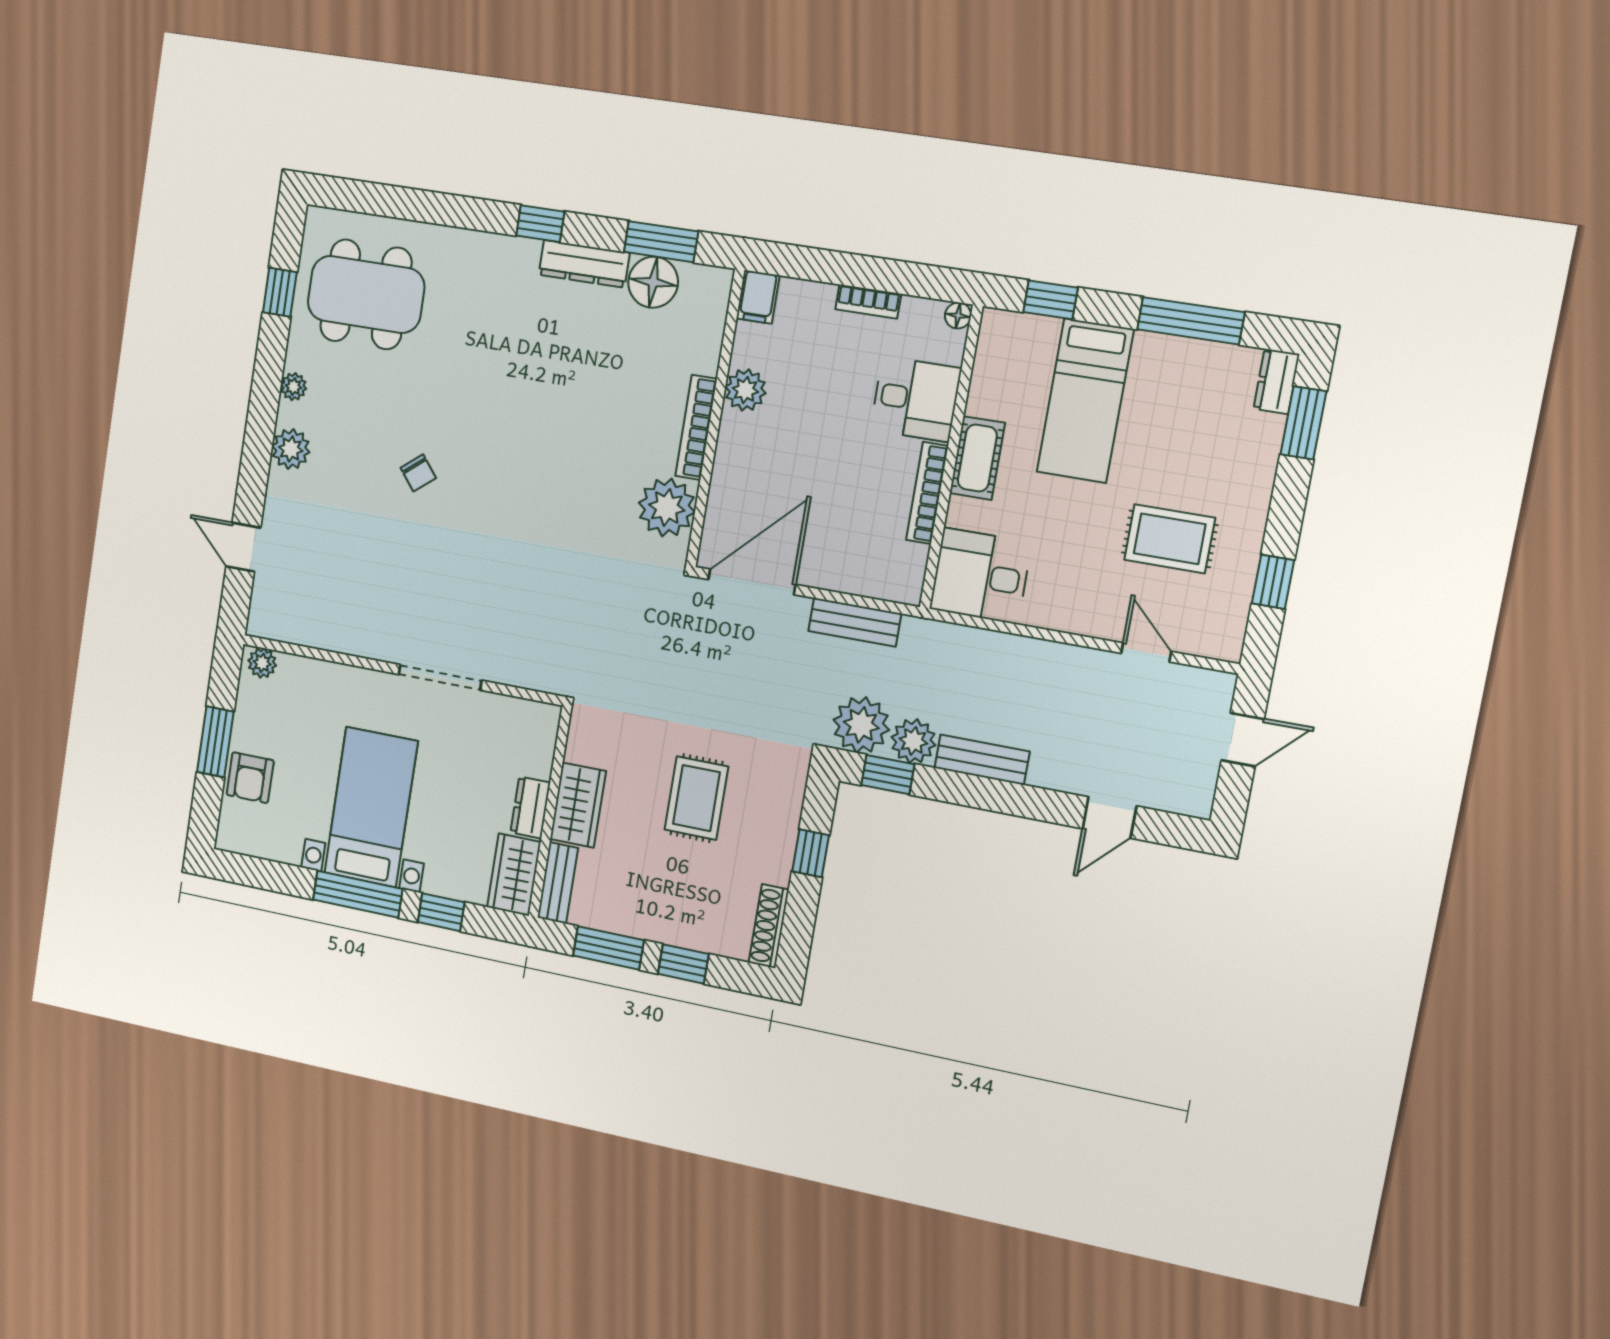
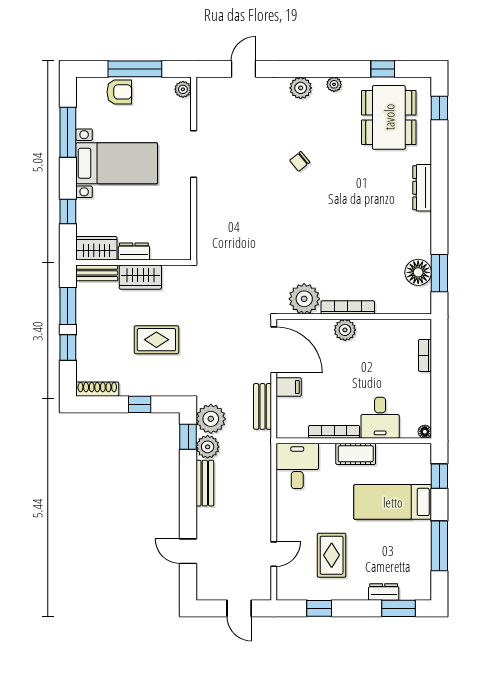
window: (540, 224) -> (439, 108), moved
dresser: (584, 264) -> (422, 188), moved
filing cabinet: (758, 297) -> (289, 387), moved, turned 180
bookcase: (868, 302) -> (425, 355), moved
dresser: (1276, 381) -> (384, 592), moved
plant: (745, 390) -> (345, 330), moved
doorway: (440, 677) -> (194, 154), moved
window: (215, 742) -> (135, 69), width x1.44
armchair: (250, 778) -> (119, 92), turned 180
window: (358, 894) -> (68, 132), moved

